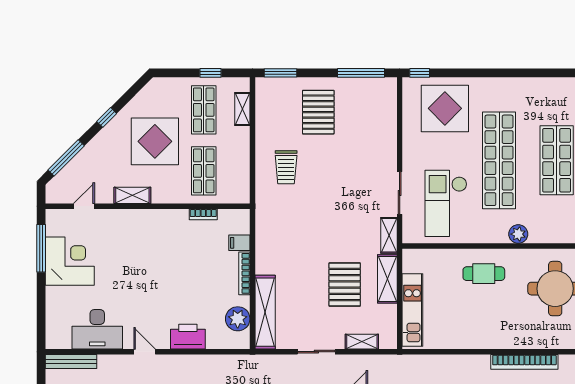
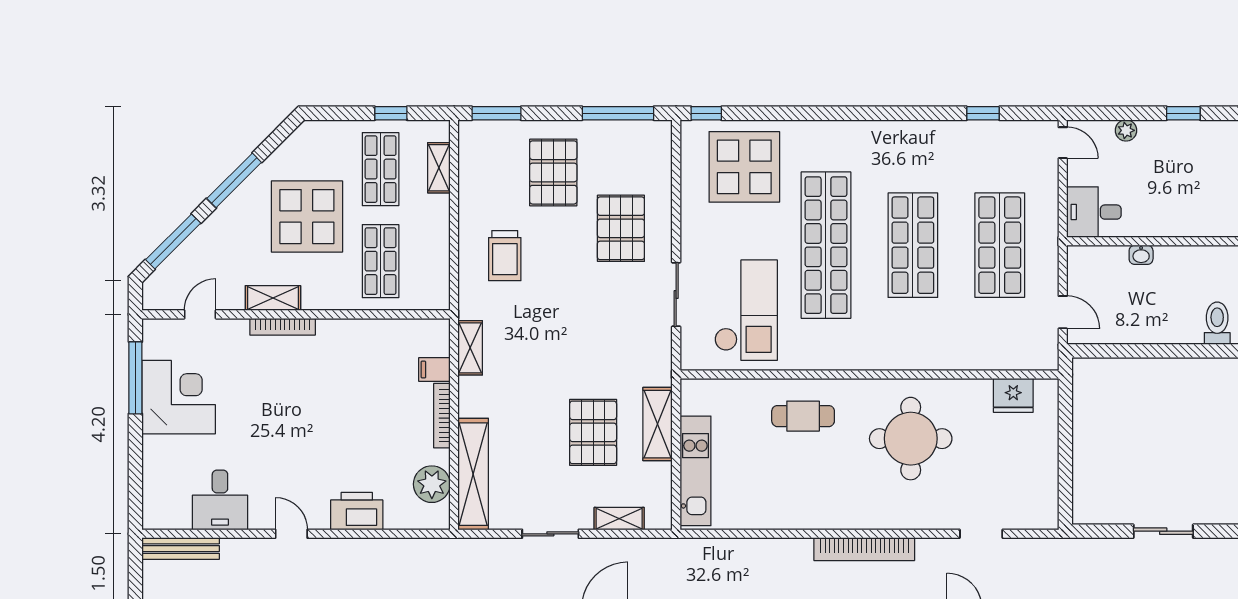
window: (107, 117) -> (234, 180), width x2.17
pallet: (363, 149) -> (621, 228), added
checkout: (446, 203) -> (746, 310), turned 180
bookcase: (203, 214) -> (283, 327), moved, width x1.56
plant: (518, 234) -> (855, 356), removed
shelving: (389, 235) -> (470, 348), moved
desk: (97, 329) -> (220, 500), width x0.73

